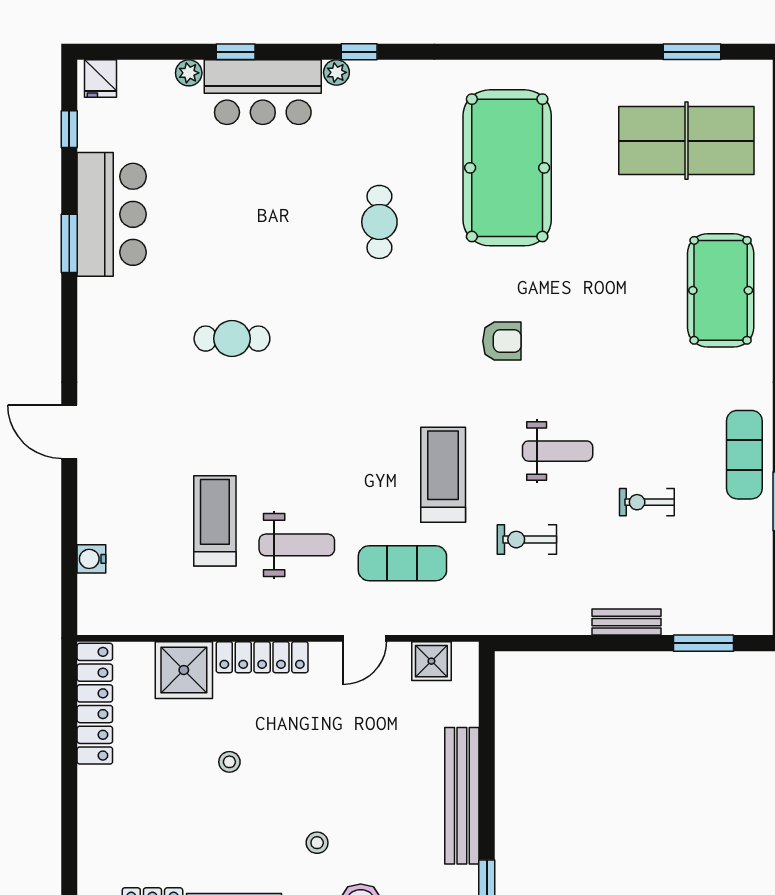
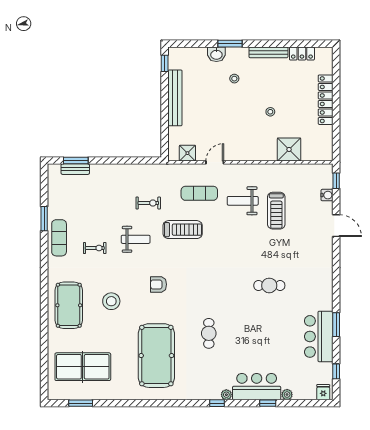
stool: (617, 300) -> (111, 301), added
door: (69, 432) -> (336, 226), moved
weight bench: (558, 451) -> (136, 239), turned 180
treadmill: (443, 475) -> (183, 230), turned -90
exercise bike: (647, 502) -> (95, 248), moved
window: (69, 594) -> (336, 181), added
bench: (627, 622) -> (75, 169), moved
locker: (262, 657) -> (257, 155), removed
locker: (95, 704) -> (326, 100), moved

